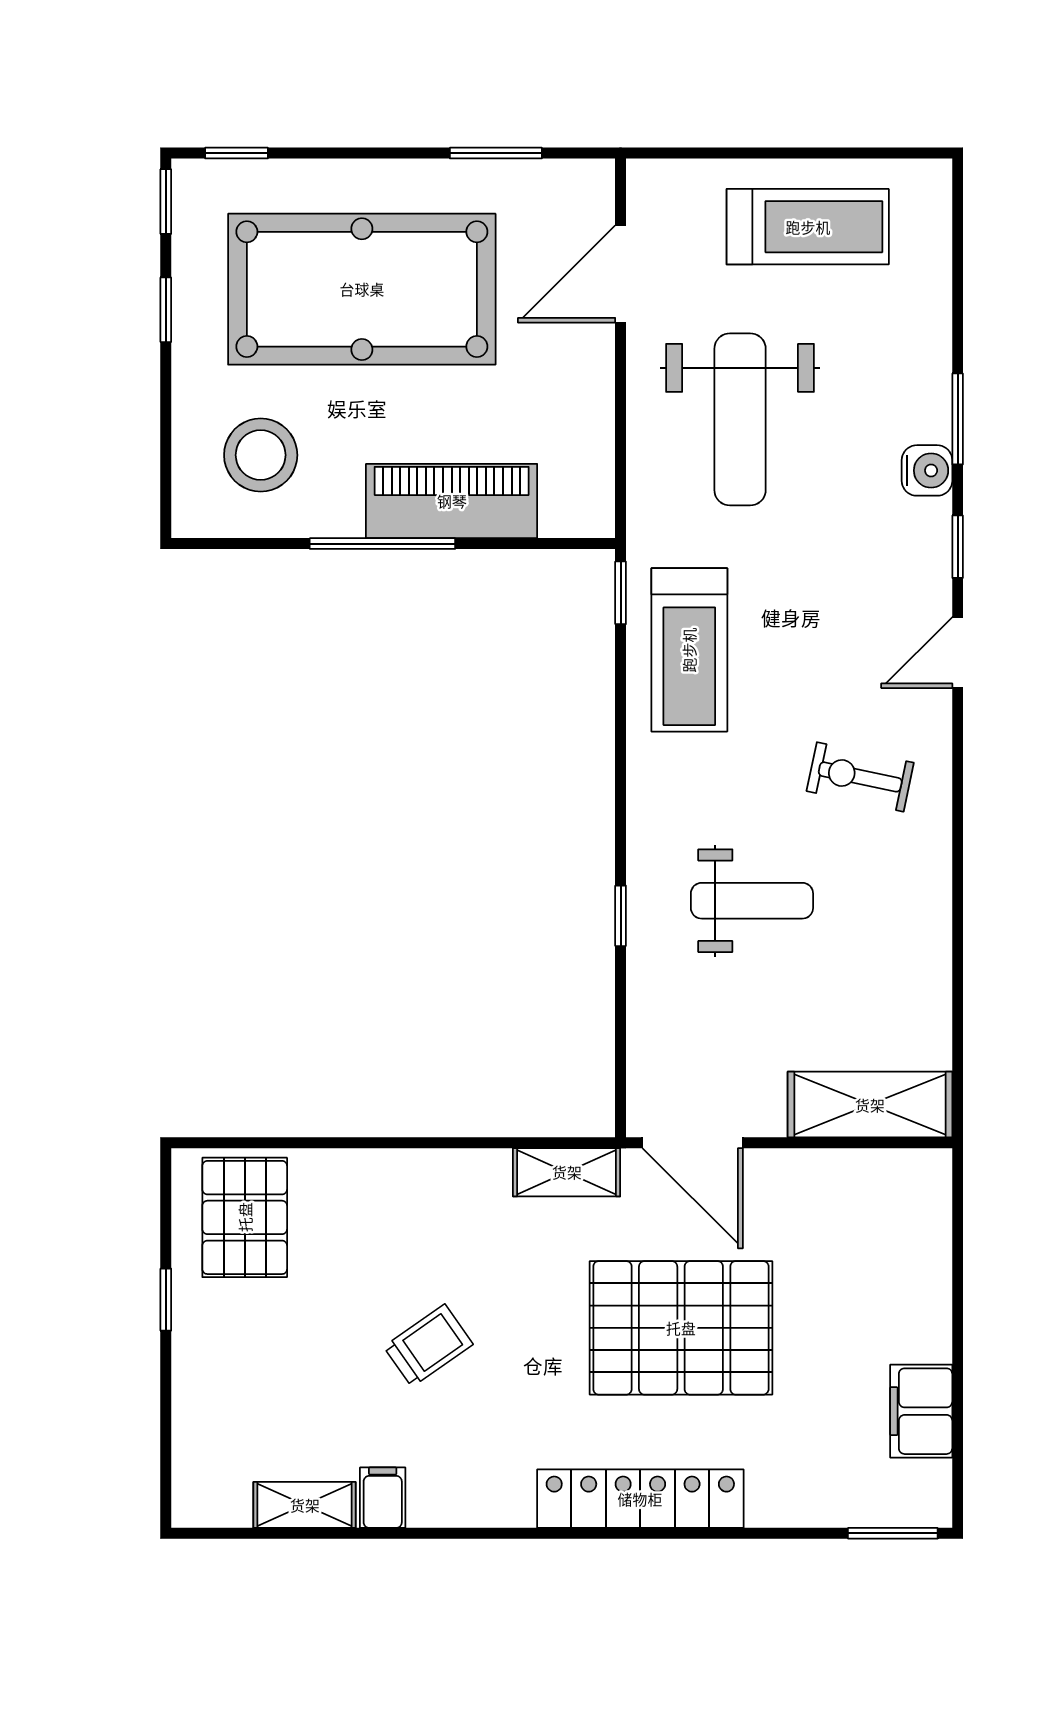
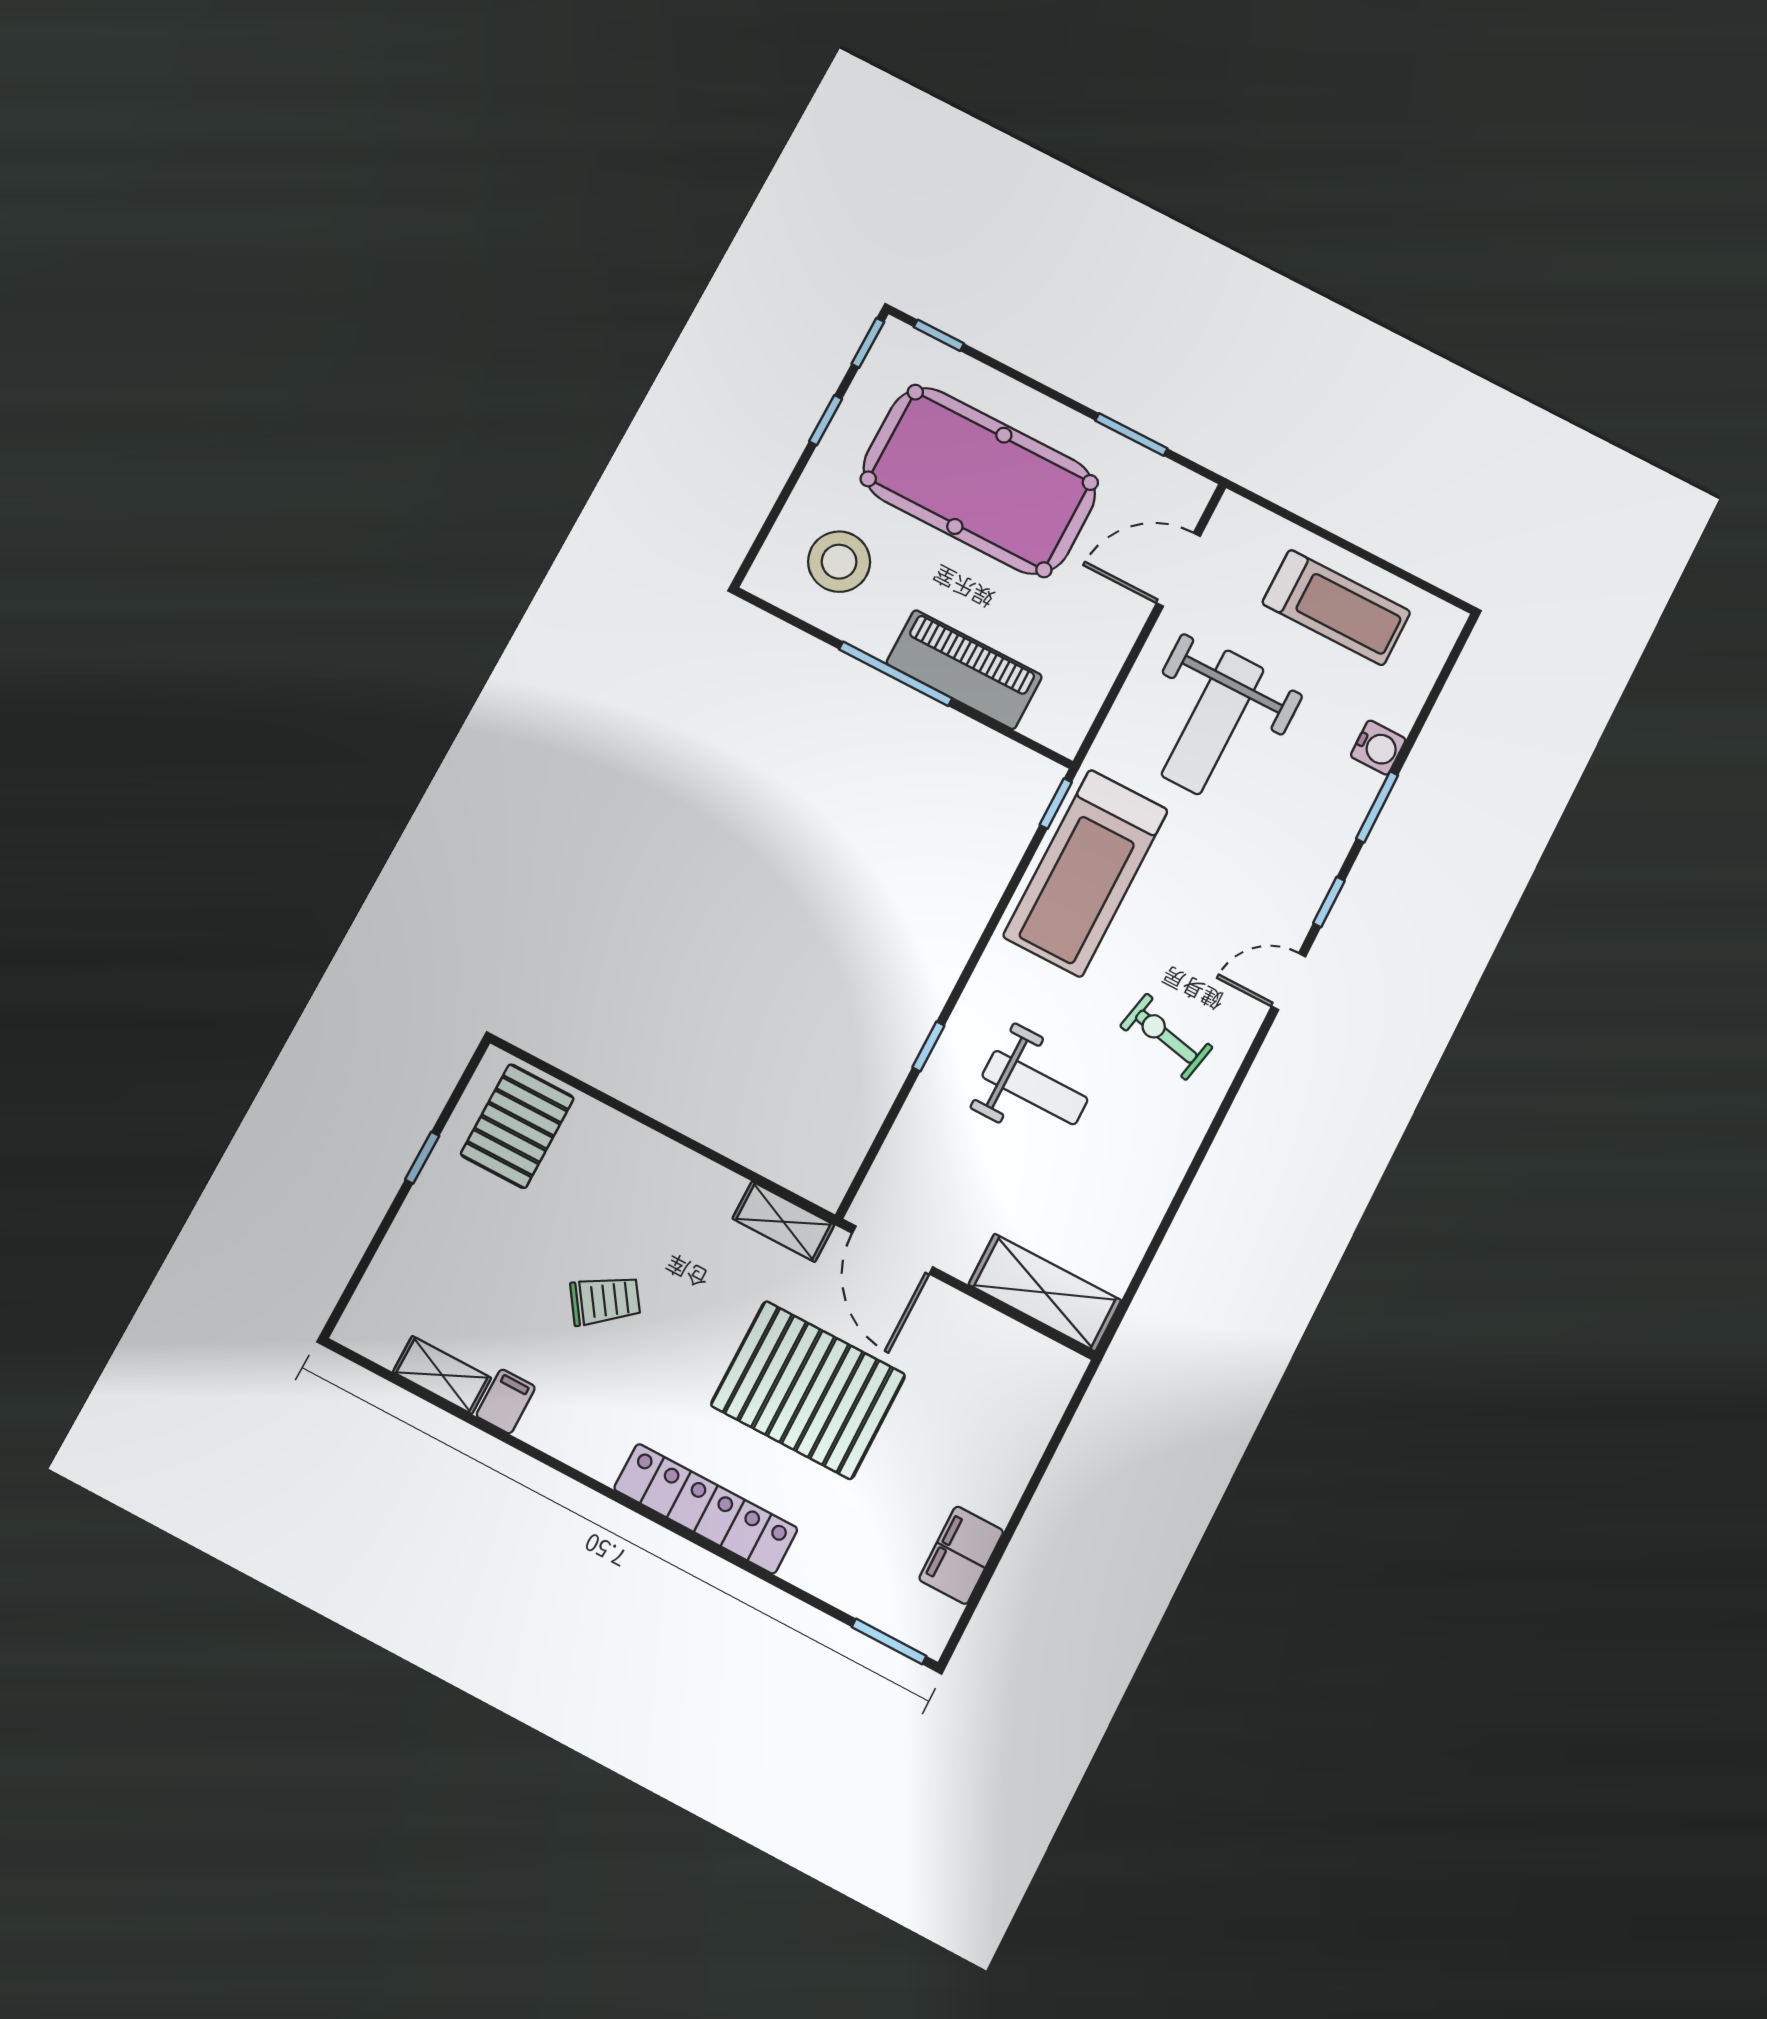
water cooler: (927, 470) -> (1378, 748), moved
treadmill: (689, 650) -> (1086, 873), width x1.37, depth x1.38

